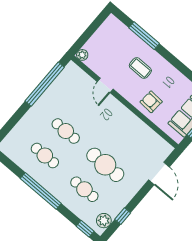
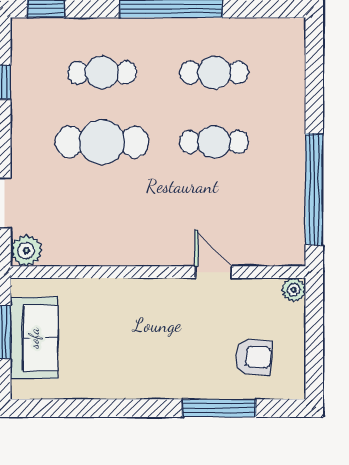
coffee table: (140, 68) -> (180, 350), removed
armchair: (151, 102) -> (254, 357), moved
plant: (104, 221) -> (26, 251), moved

